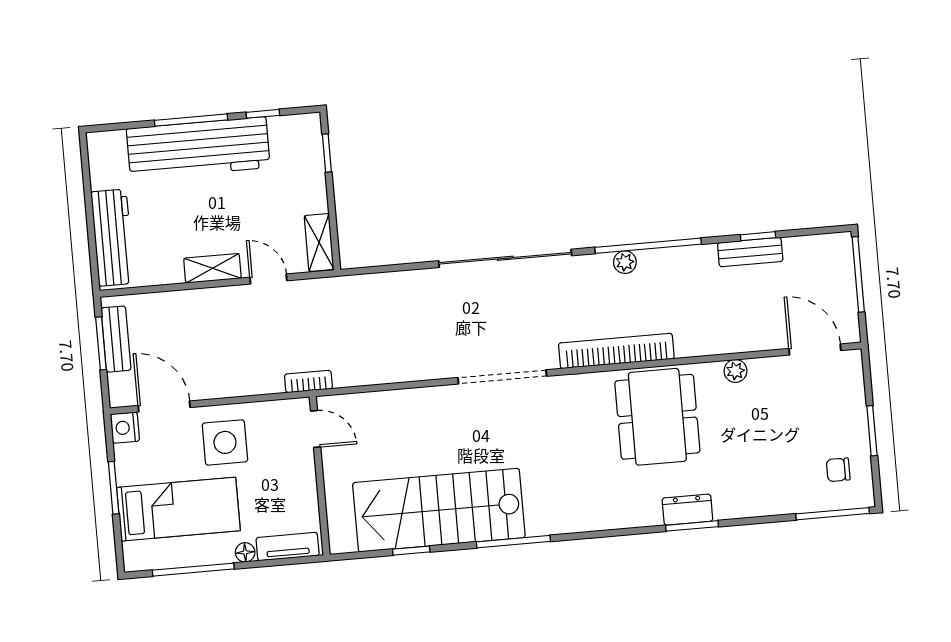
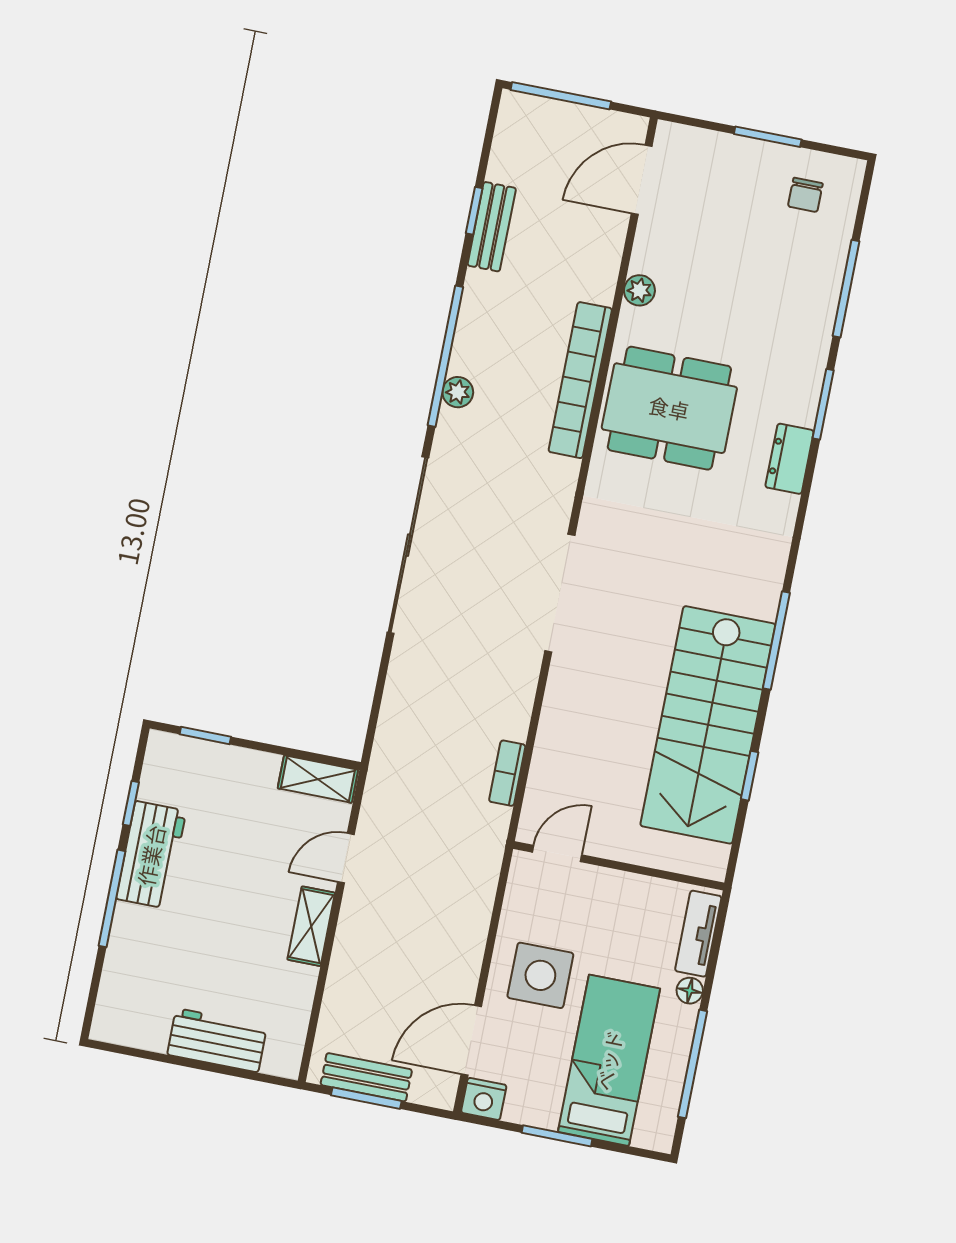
workbench: (198, 148) -> (151, 855), width x0.53, depth x0.76
workbench: (113, 238) -> (217, 1040), width x0.73
bookcase: (616, 351) -> (580, 380), moved
bookcase: (308, 381) -> (507, 773), moved
dresser: (687, 510) -> (790, 459), moved
window: (833, 514) -> (846, 289), moved

